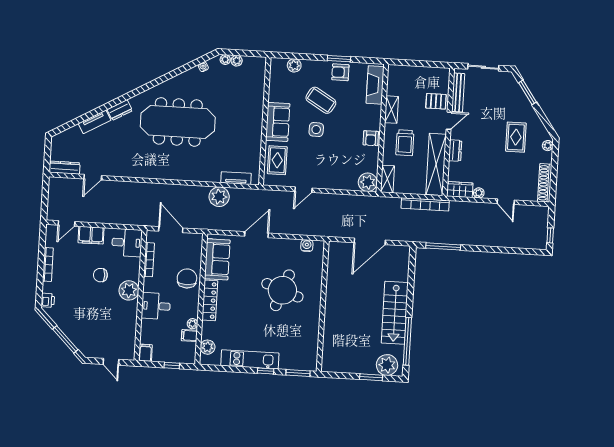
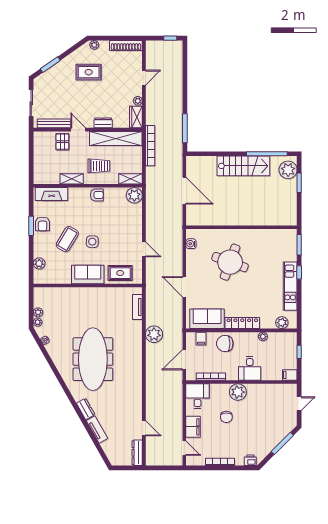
plant: (219, 197) -> (154, 334), moved
filing cabinet: (189, 336) -> (201, 339), moved

